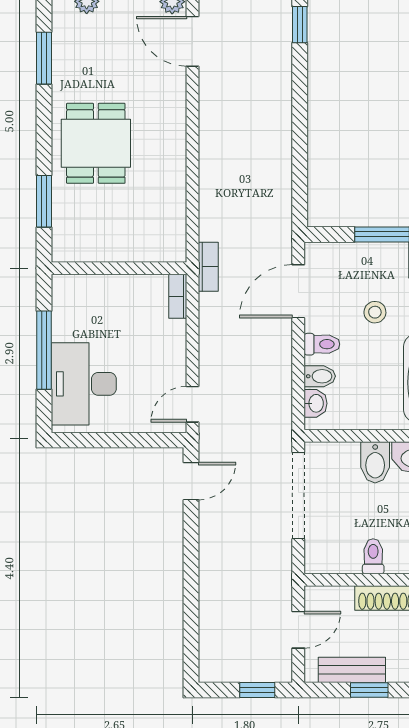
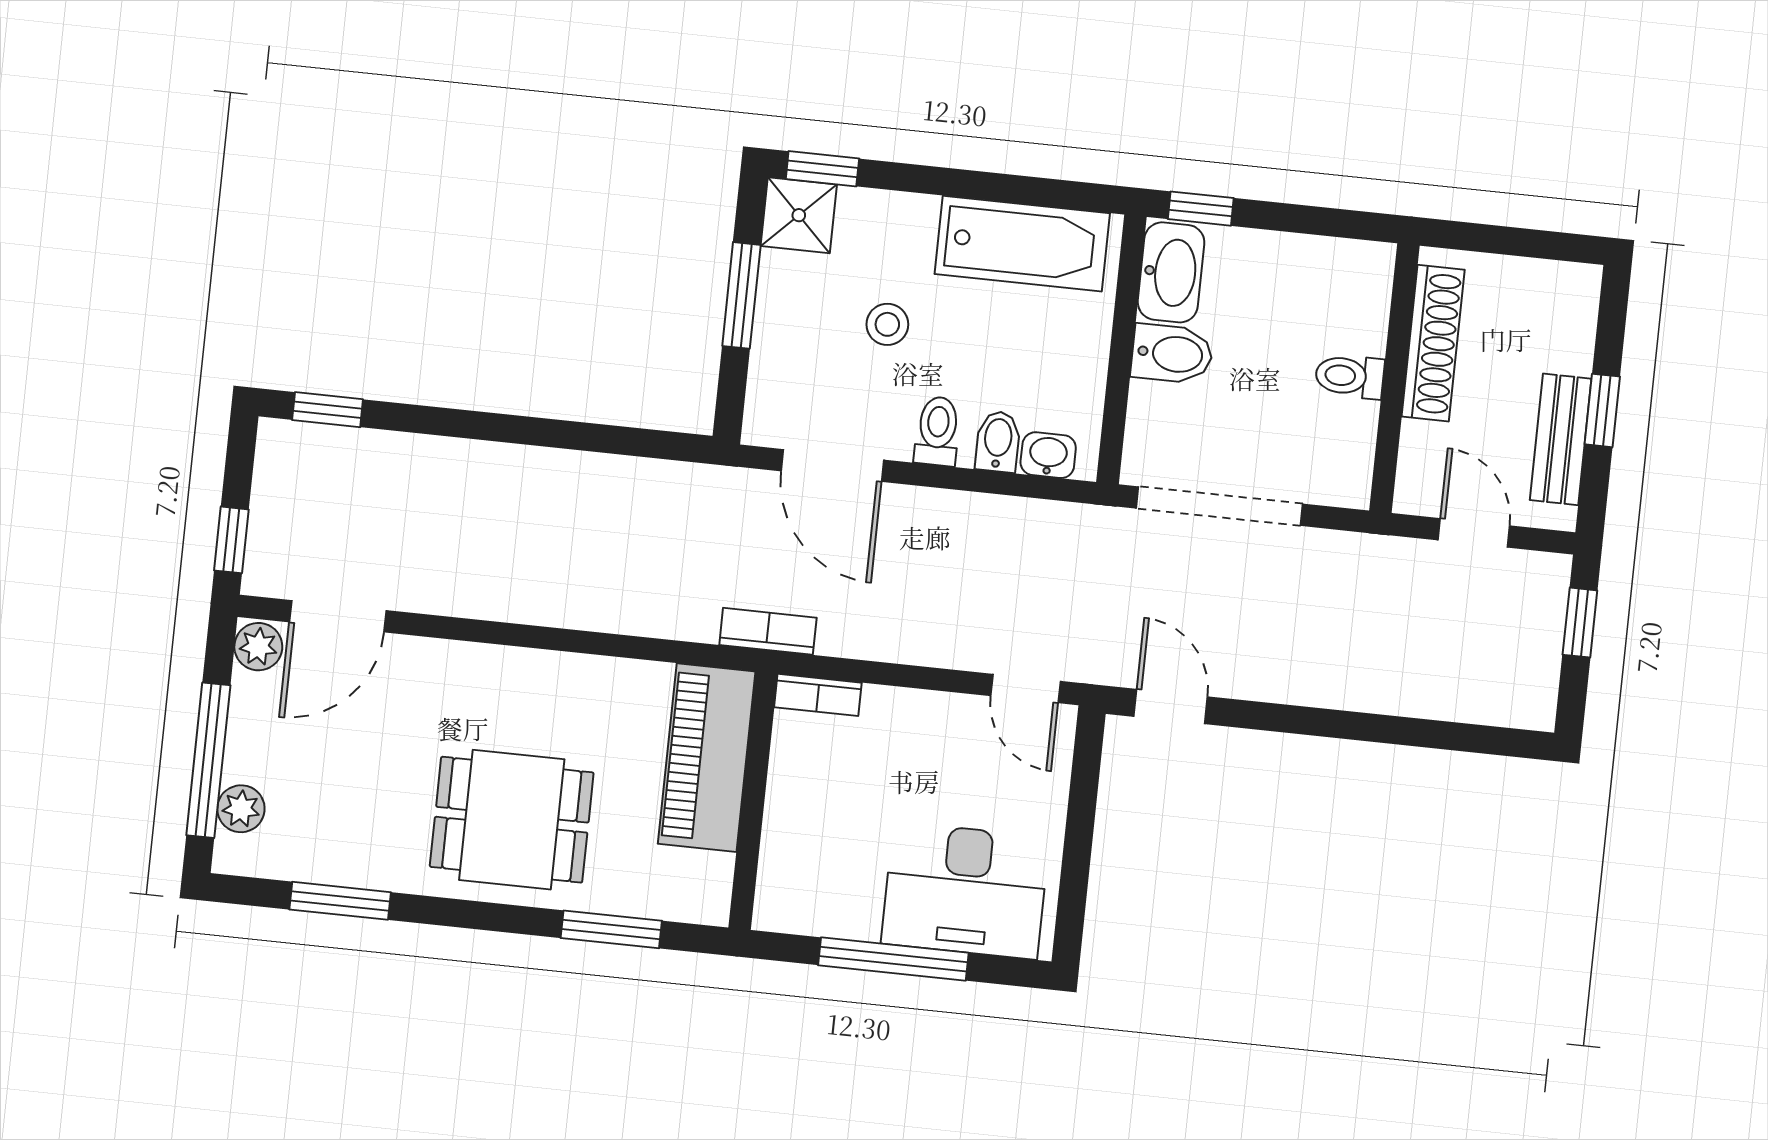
piano: (139, 242) -> (707, 758), added

